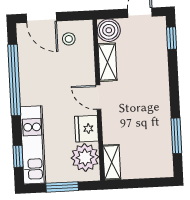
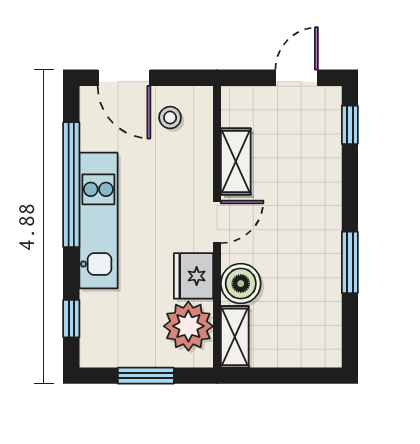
boiler: (109, 30) -> (241, 284), moved
door: (98, 97) -> (217, 222), swing flipped
window: (176, 136) -> (350, 262), moved
kitchen unit: (33, 145) -> (98, 221), moved

